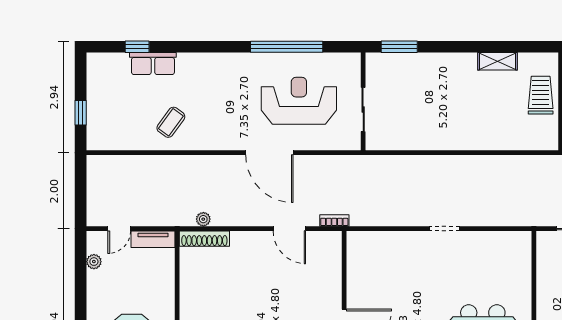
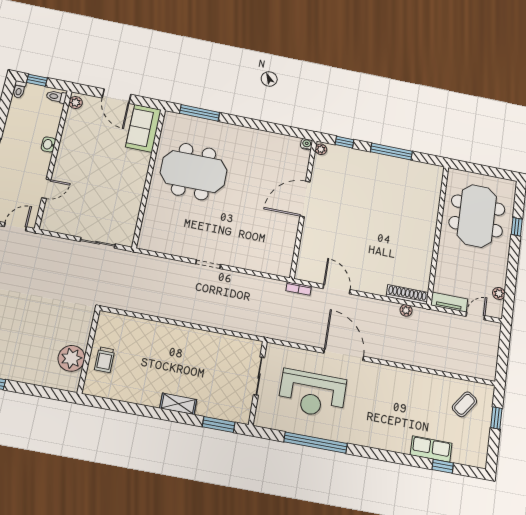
shelving: (498, 61) -> (178, 404), moved
trolley: (541, 95) -> (105, 360), width x0.73, depth x0.72
coffee table: (171, 122) -> (464, 404), moved

